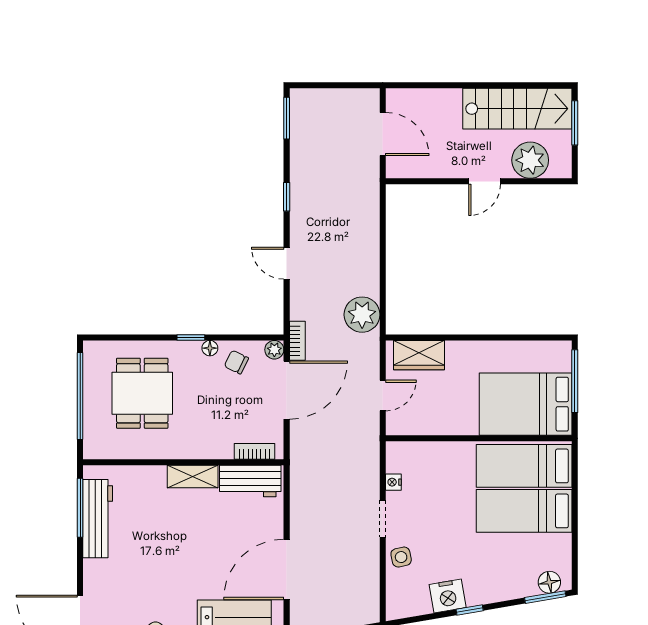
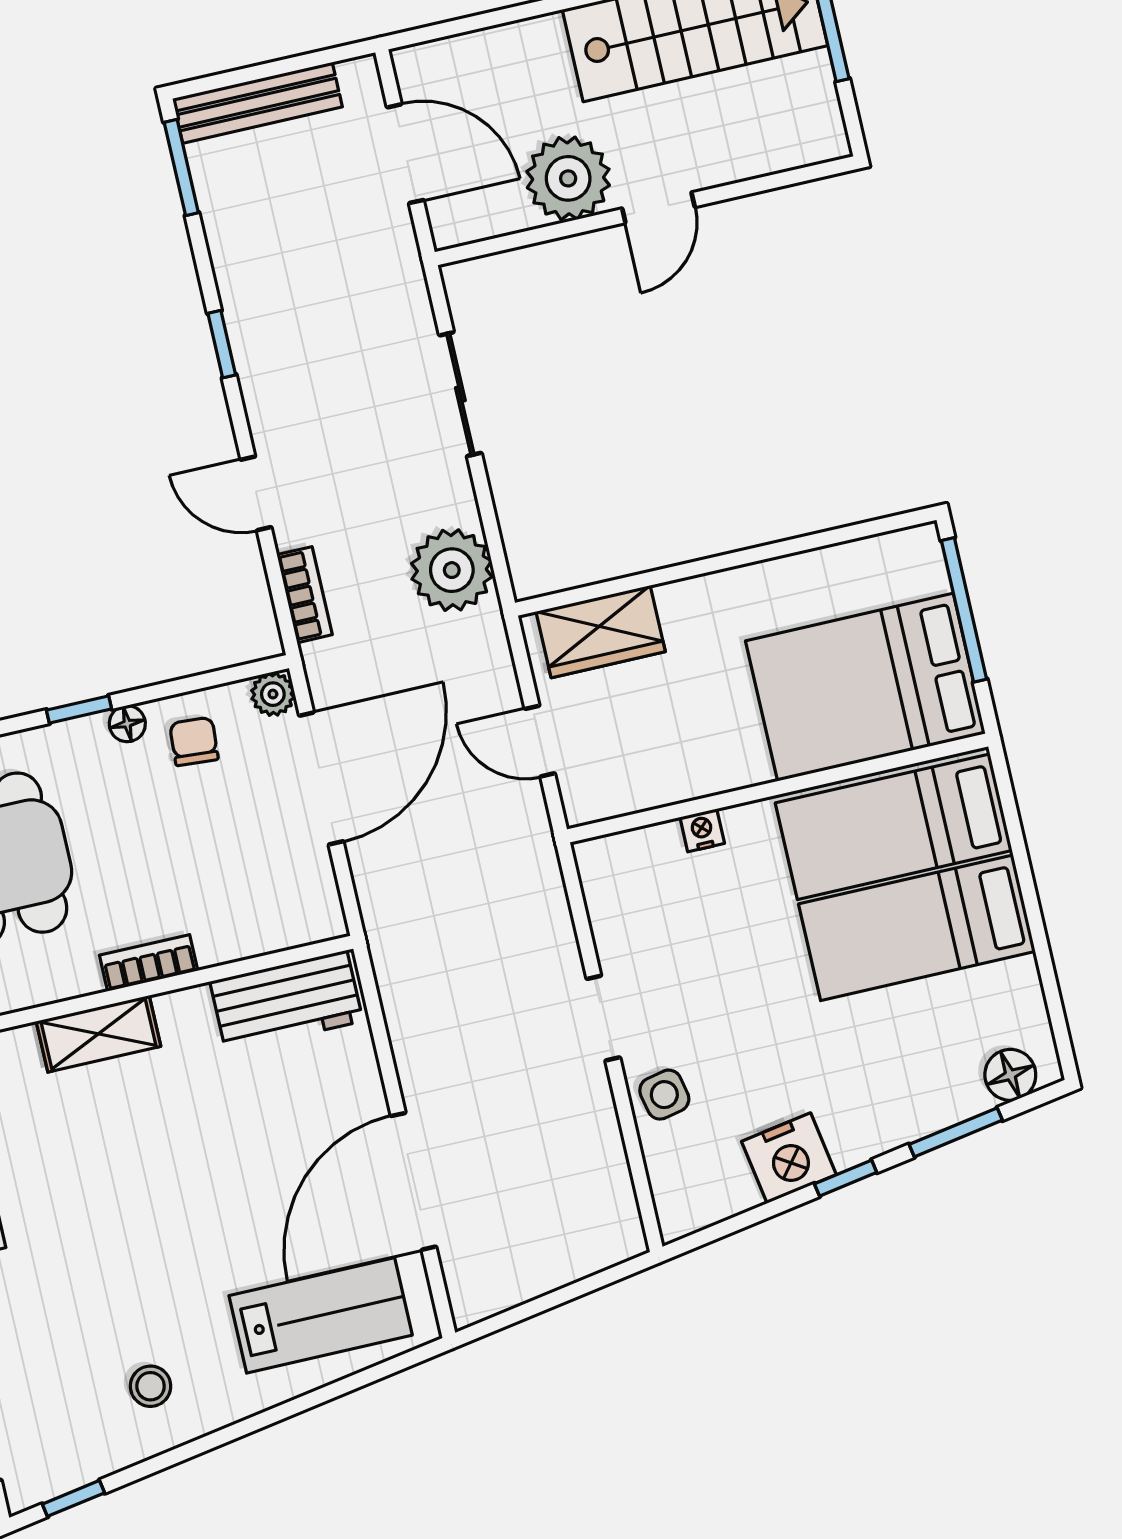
bench: (325, 98) -> (257, 103), added
plant: (530, 160) -> (568, 178), moved
sliding door: (383, 241) -> (460, 394), added
bookcase: (297, 341) -> (305, 595), moved
chair: (236, 362) -> (194, 741), turned 68
door: (383, 395) -> (540, 741), swing flipped
bookcase: (254, 451) -> (149, 963), moved
shelving: (193, 477) -> (98, 1034), moved
nightstand: (393, 482) -> (702, 830), moved, turned 90
window: (545, 597) -> (956, 1132), moved

